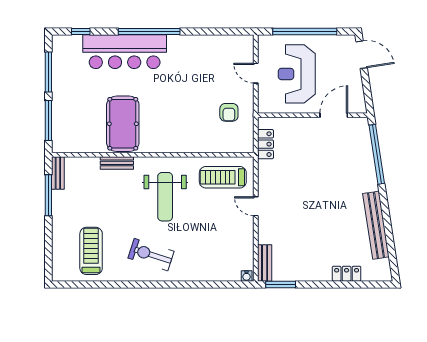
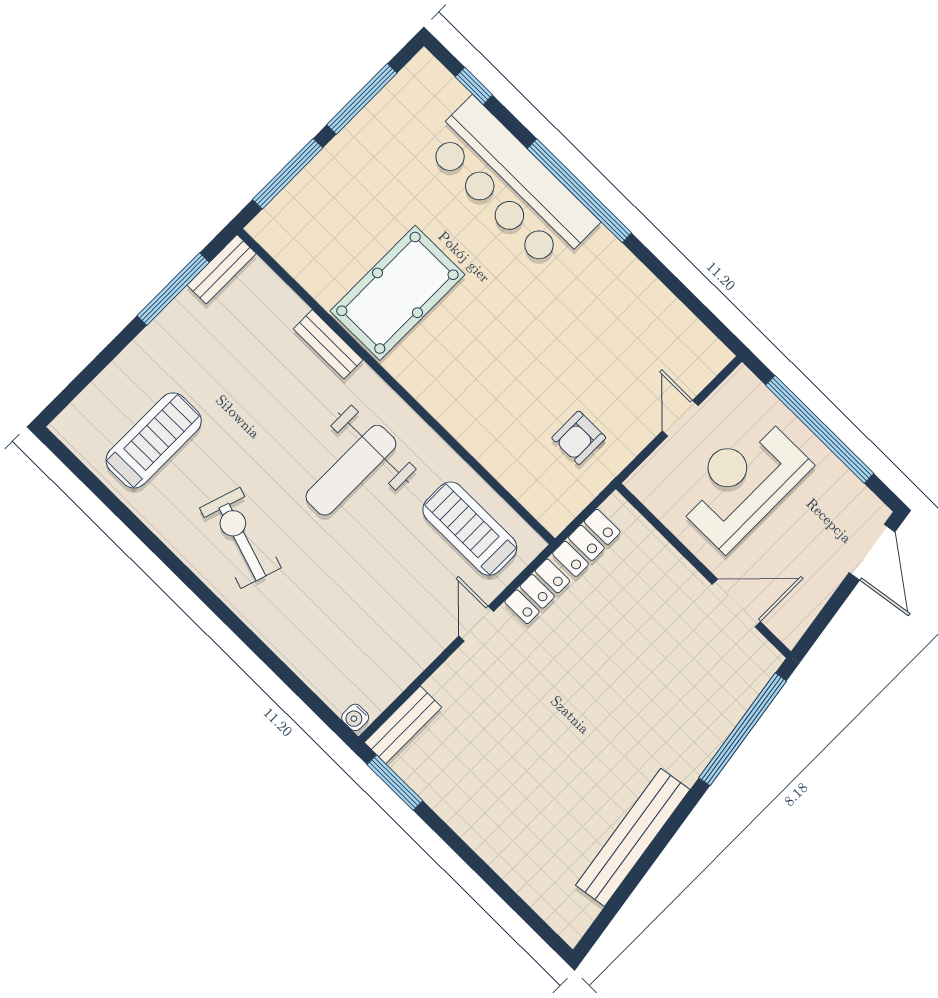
locker: (347, 274) -> (537, 591), moved, turned 90

